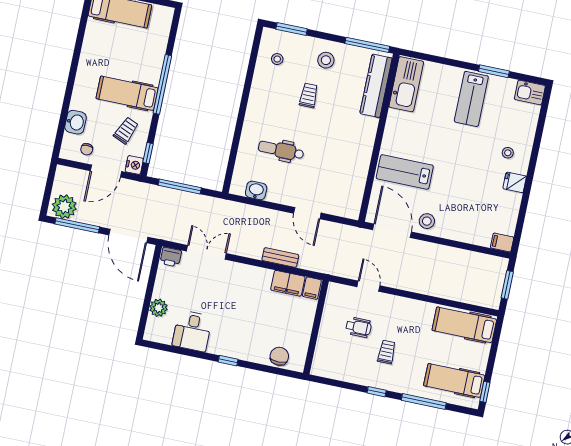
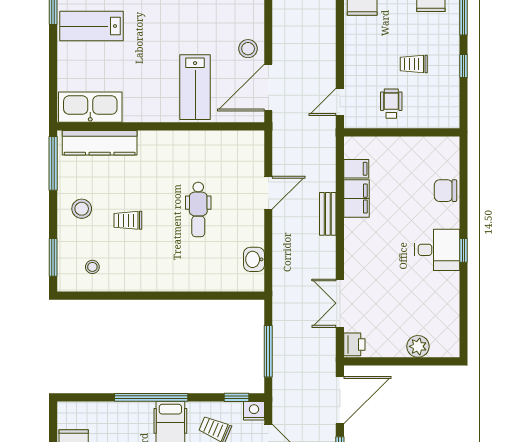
lab bench: (471, 99) -> (92, 26), turned 180
dental chair: (281, 150) -> (198, 209), moved
wall: (316, 327) -> (402, 132), moved
desk: (192, 331) -> (437, 250), moved

